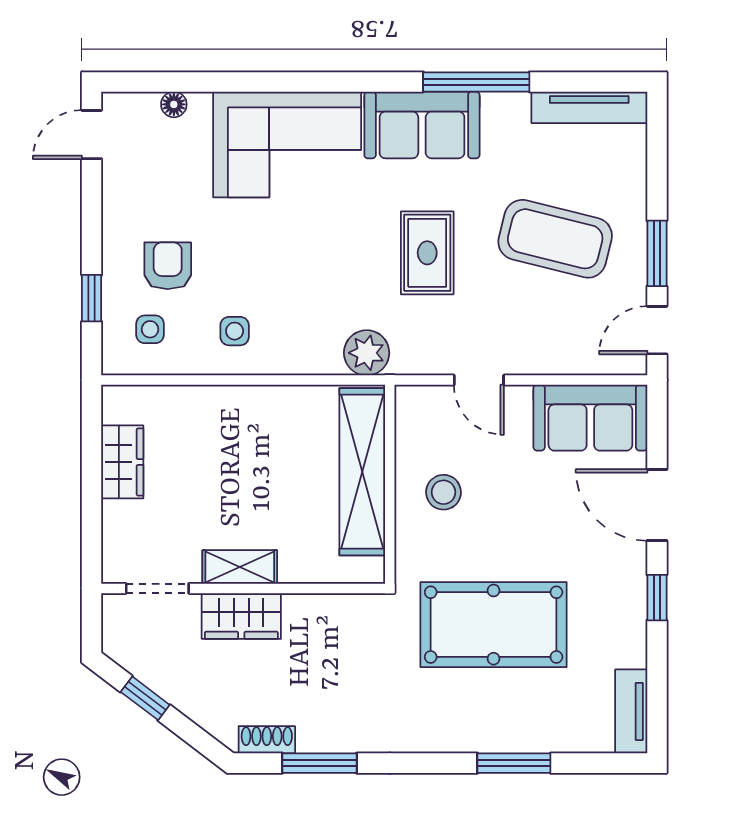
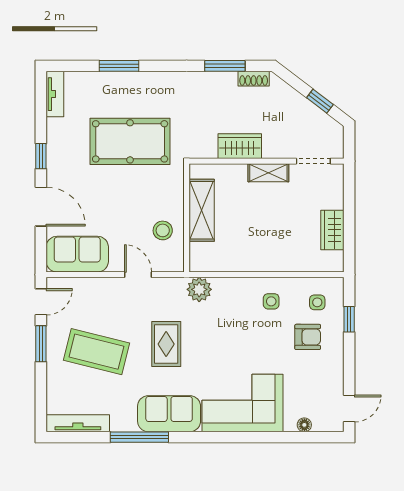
armchair: (168, 266) -> (308, 337), turned -90
shelving: (362, 472) -> (202, 210), width x0.68
stool: (444, 492) -> (163, 230), moved
wardrobe: (241, 616) -> (240, 146), moved

